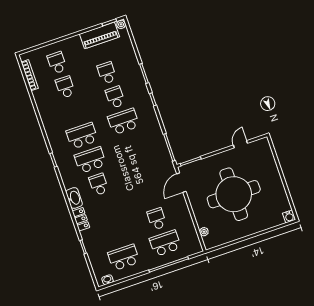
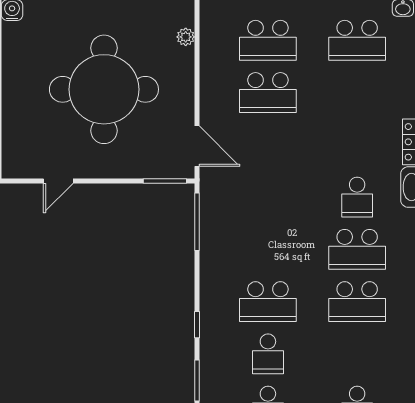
door: (181, 183) -> (197, 146), hinge flipped
school desk: (157, 219) -> (268, 93), width x1.85

